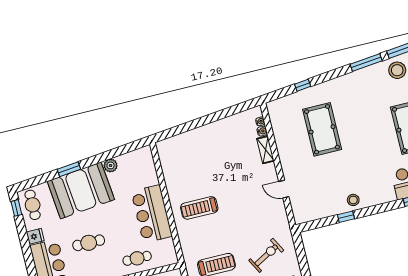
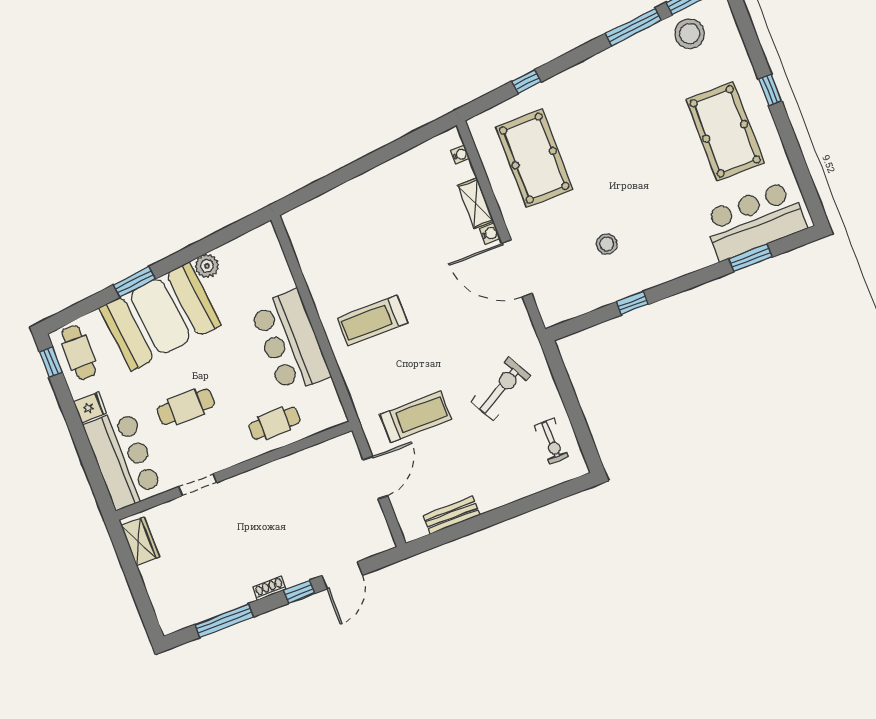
pool table: (322, 129) -> (534, 158), moved
water cooler: (262, 131) -> (490, 233), moved
door: (284, 189) -> (517, 268), width x1.88
stool: (353, 200) -> (607, 244), moved

